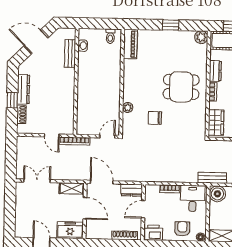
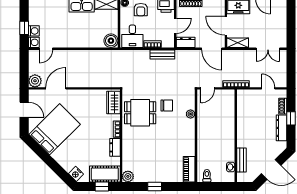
dining table: (181, 87) -> (140, 113), moved
door: (52, 135) -> (268, 88), moved
bench: (212, 178) -> (162, 54), moved

